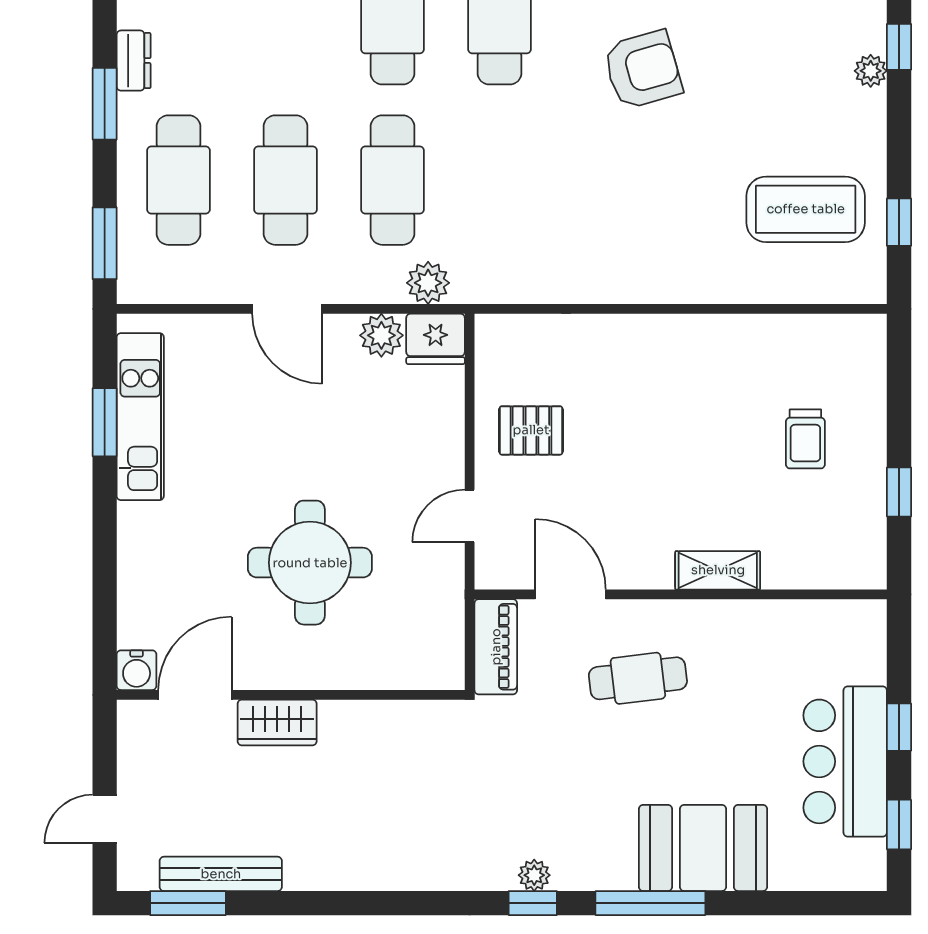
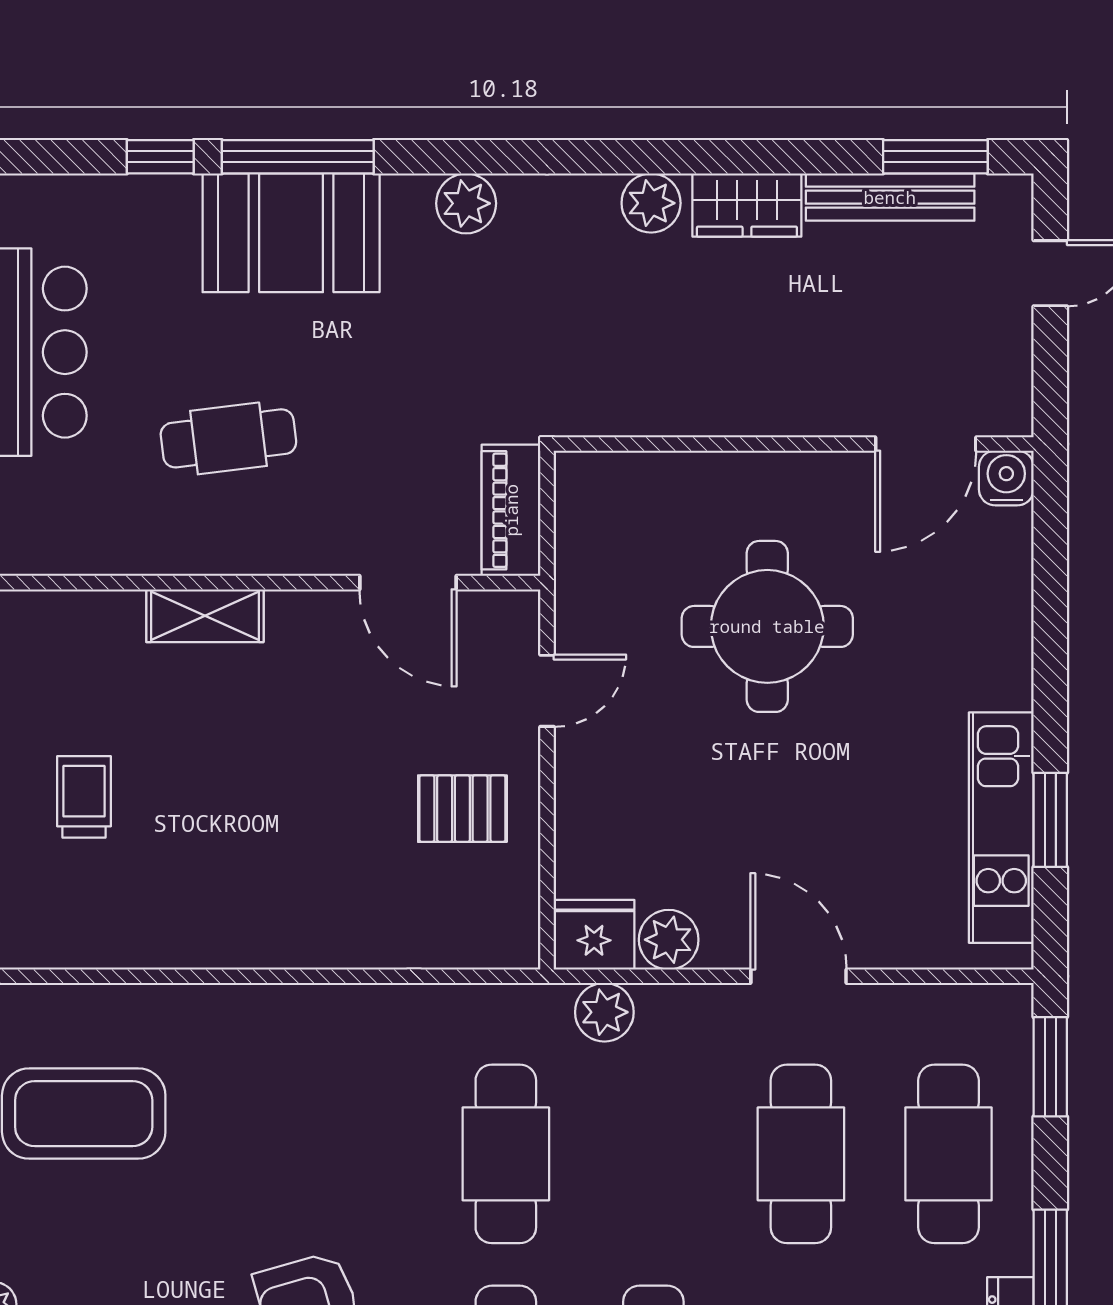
cafe table: (392, 180) -> (506, 1154), moved
cafe table: (638, 678) -> (228, 438), moved
wardrobe: (277, 723) -> (747, 205), moved, turned 180
booth: (703, 848) -> (291, 233), moved
plant: (394, 870) -> (651, 203), added
plant: (534, 875) -> (466, 203), width x1.38, depth x1.38
window: (533, 903) -> (160, 157), moved

